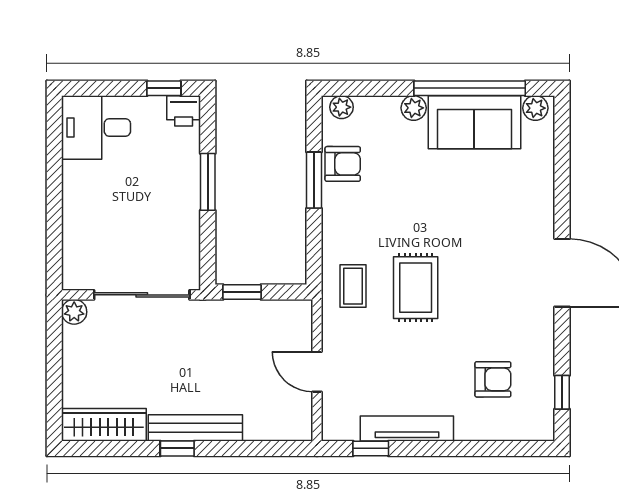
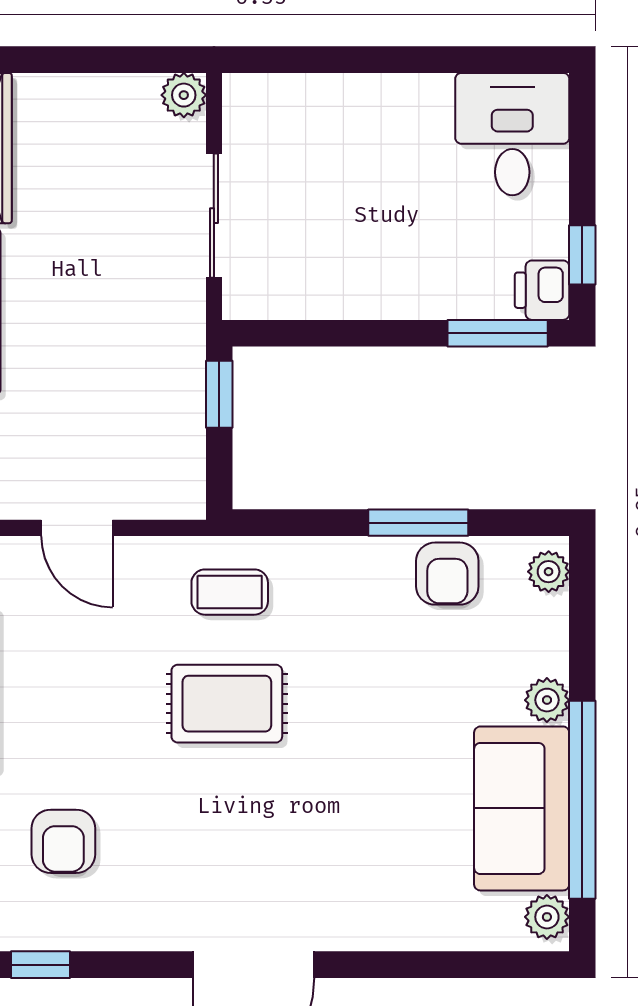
window: (208, 182) -> (498, 333), moved
sliding door: (142, 295) -> (214, 216), width x0.73
door: (317, 372) -> (77, 528), swing flipped

